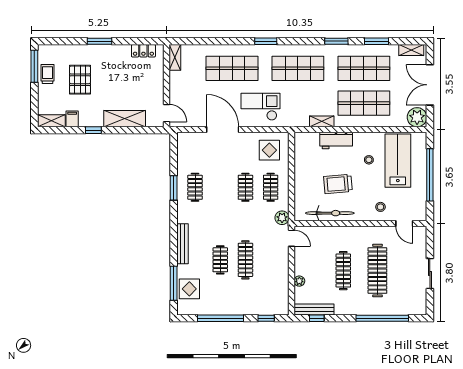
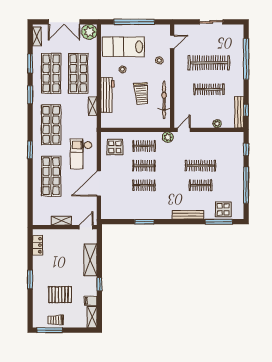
shelving: (175, 57) -> (61, 221), moved
workbench: (336, 140) -> (107, 95), width x1.38
clothes rail: (195, 187) -> (144, 185), moved

